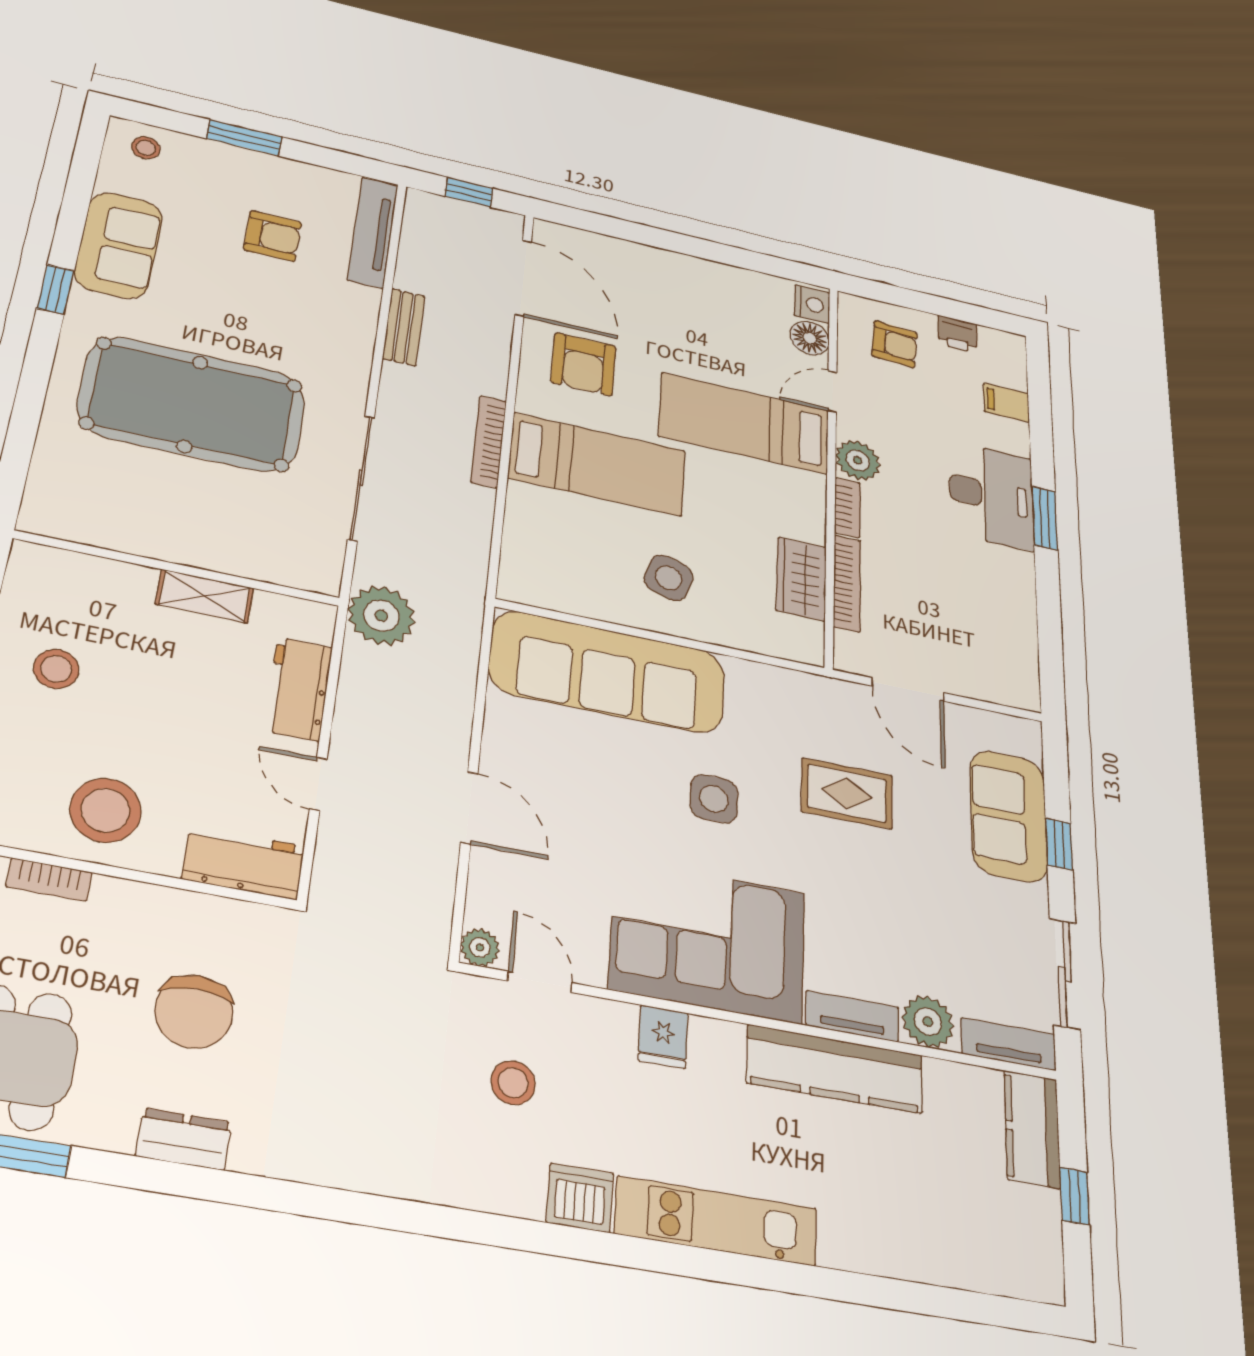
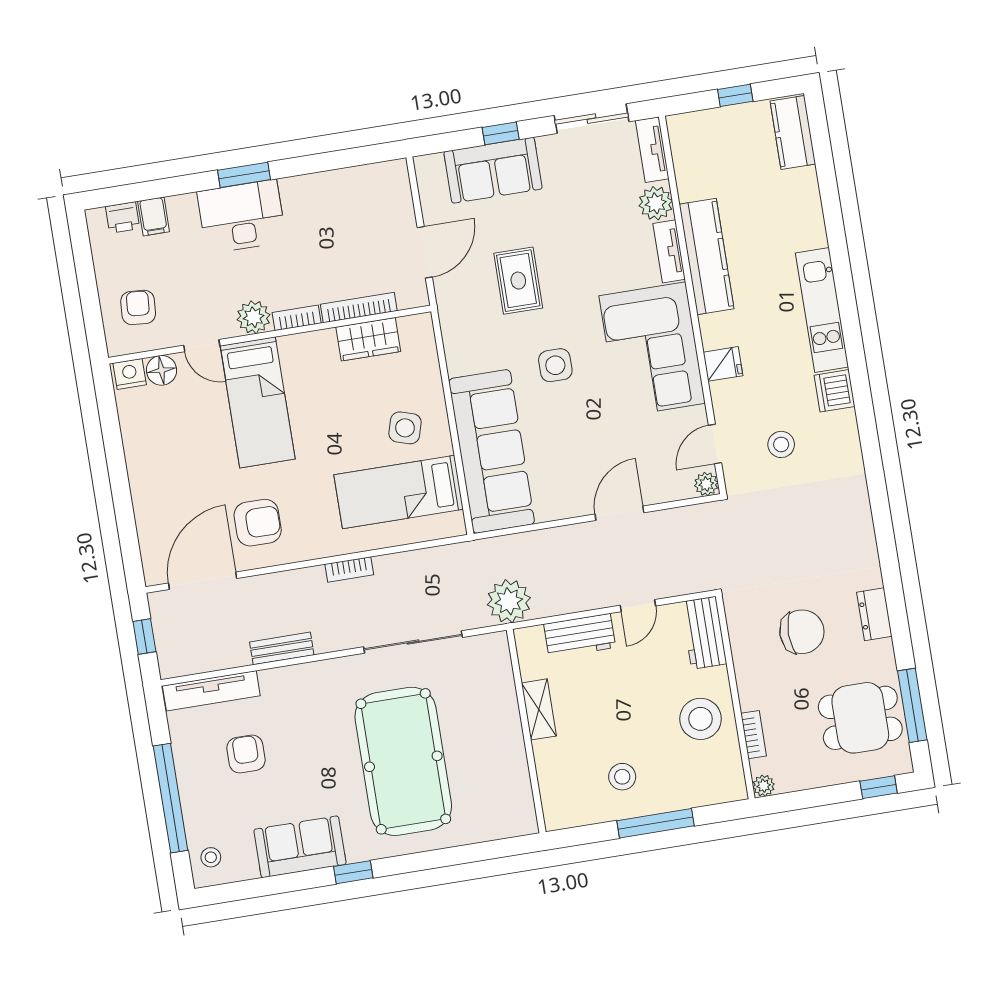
window: (244, 138) -> (171, 798), width x2.11
printer: (957, 334) -> (122, 218), moved, turned 90
bookcase: (489, 442) -> (349, 569), width x0.64
bed: (597, 464) -> (399, 492), moved, turned -90
kitchen counter: (1032, 1129) -> (793, 132), moved, turned 90

